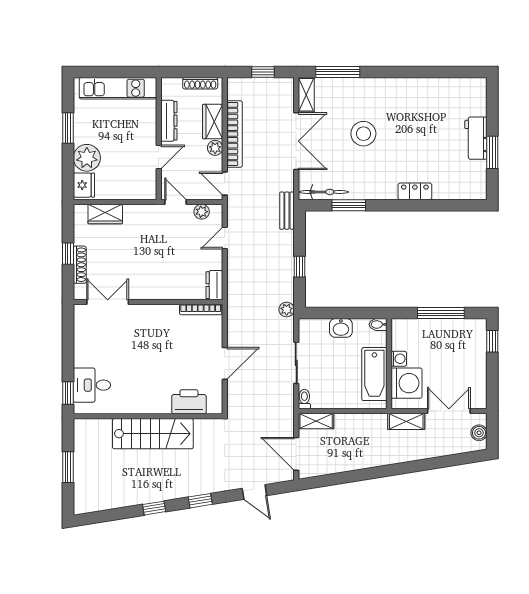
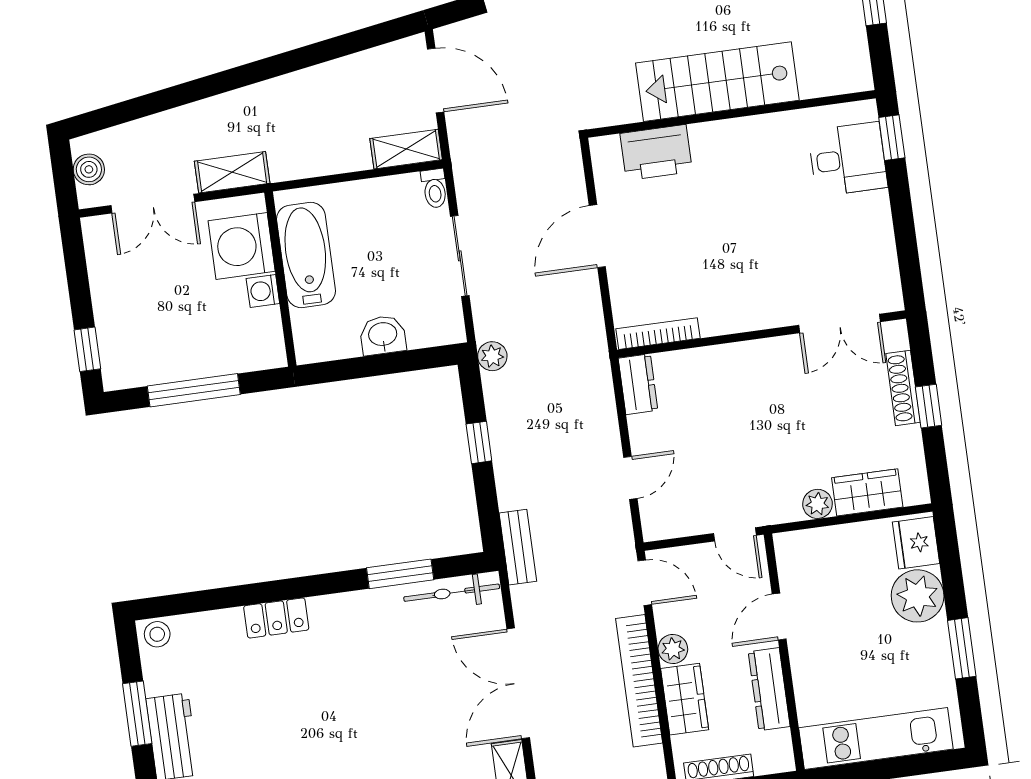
stool: (363, 134) -> (157, 634), moved, width x0.53, depth x0.53
plant: (202, 212) -> (818, 504), moved
bidet: (378, 324) -> (312, 352), removed

